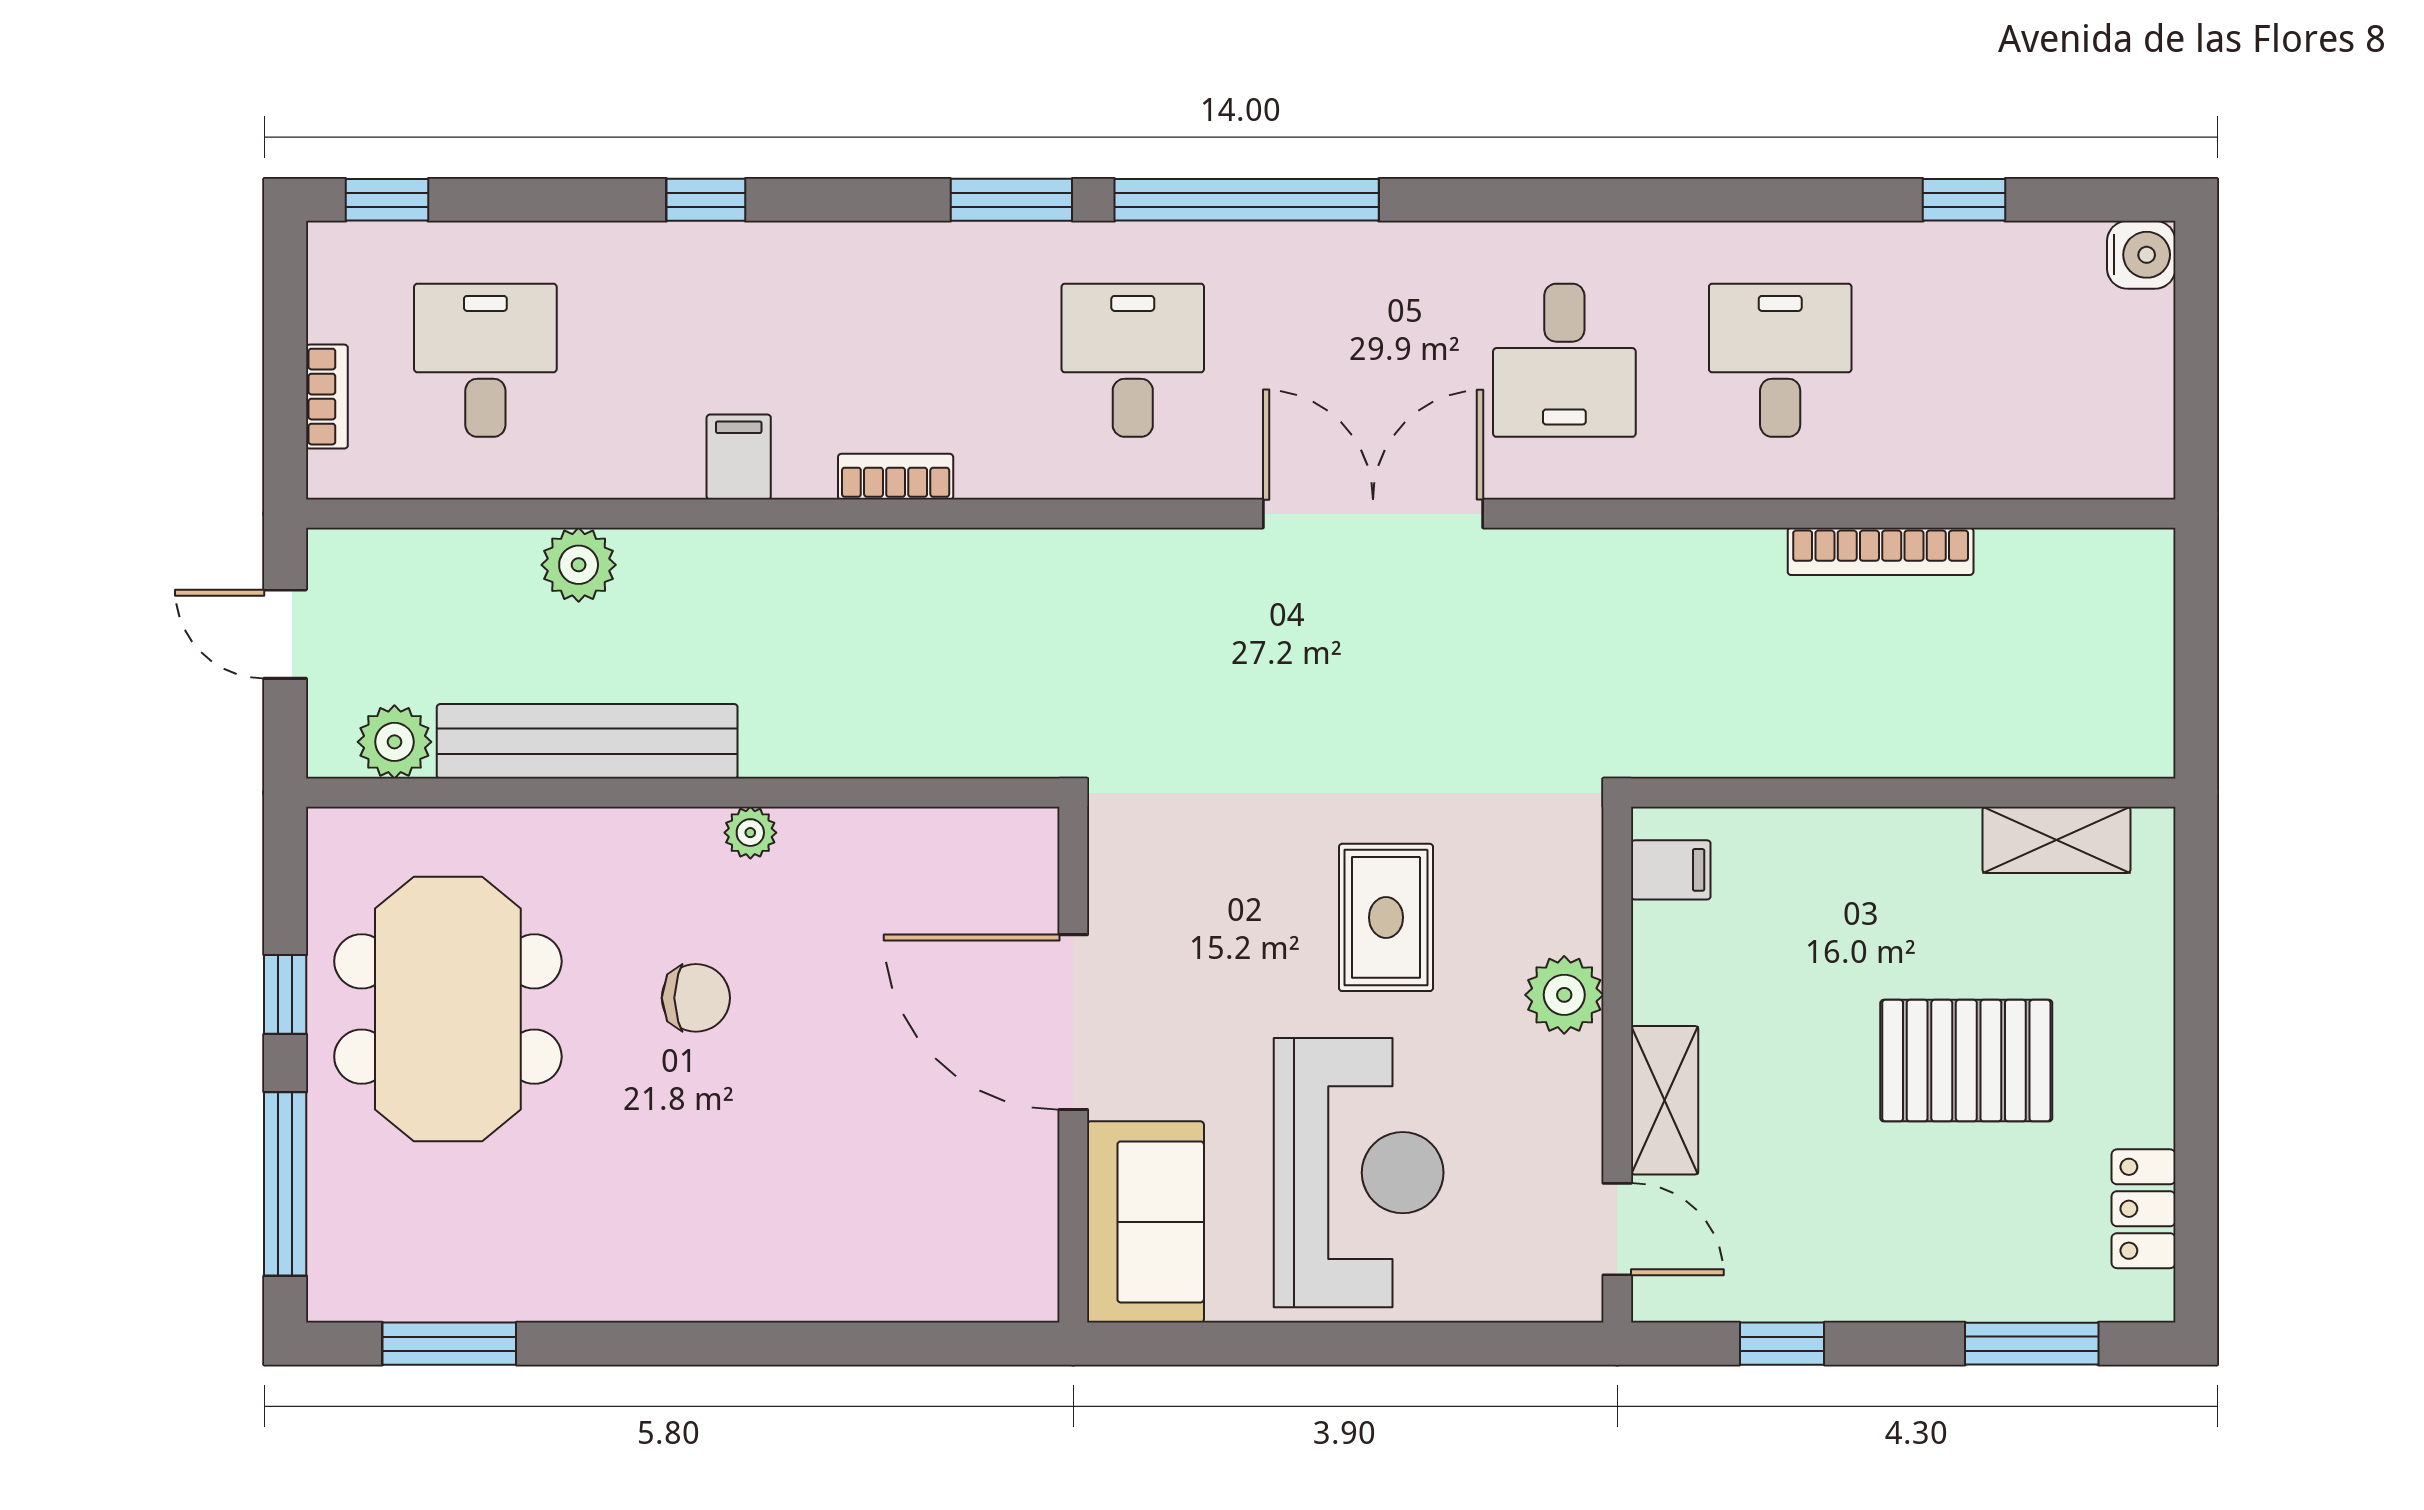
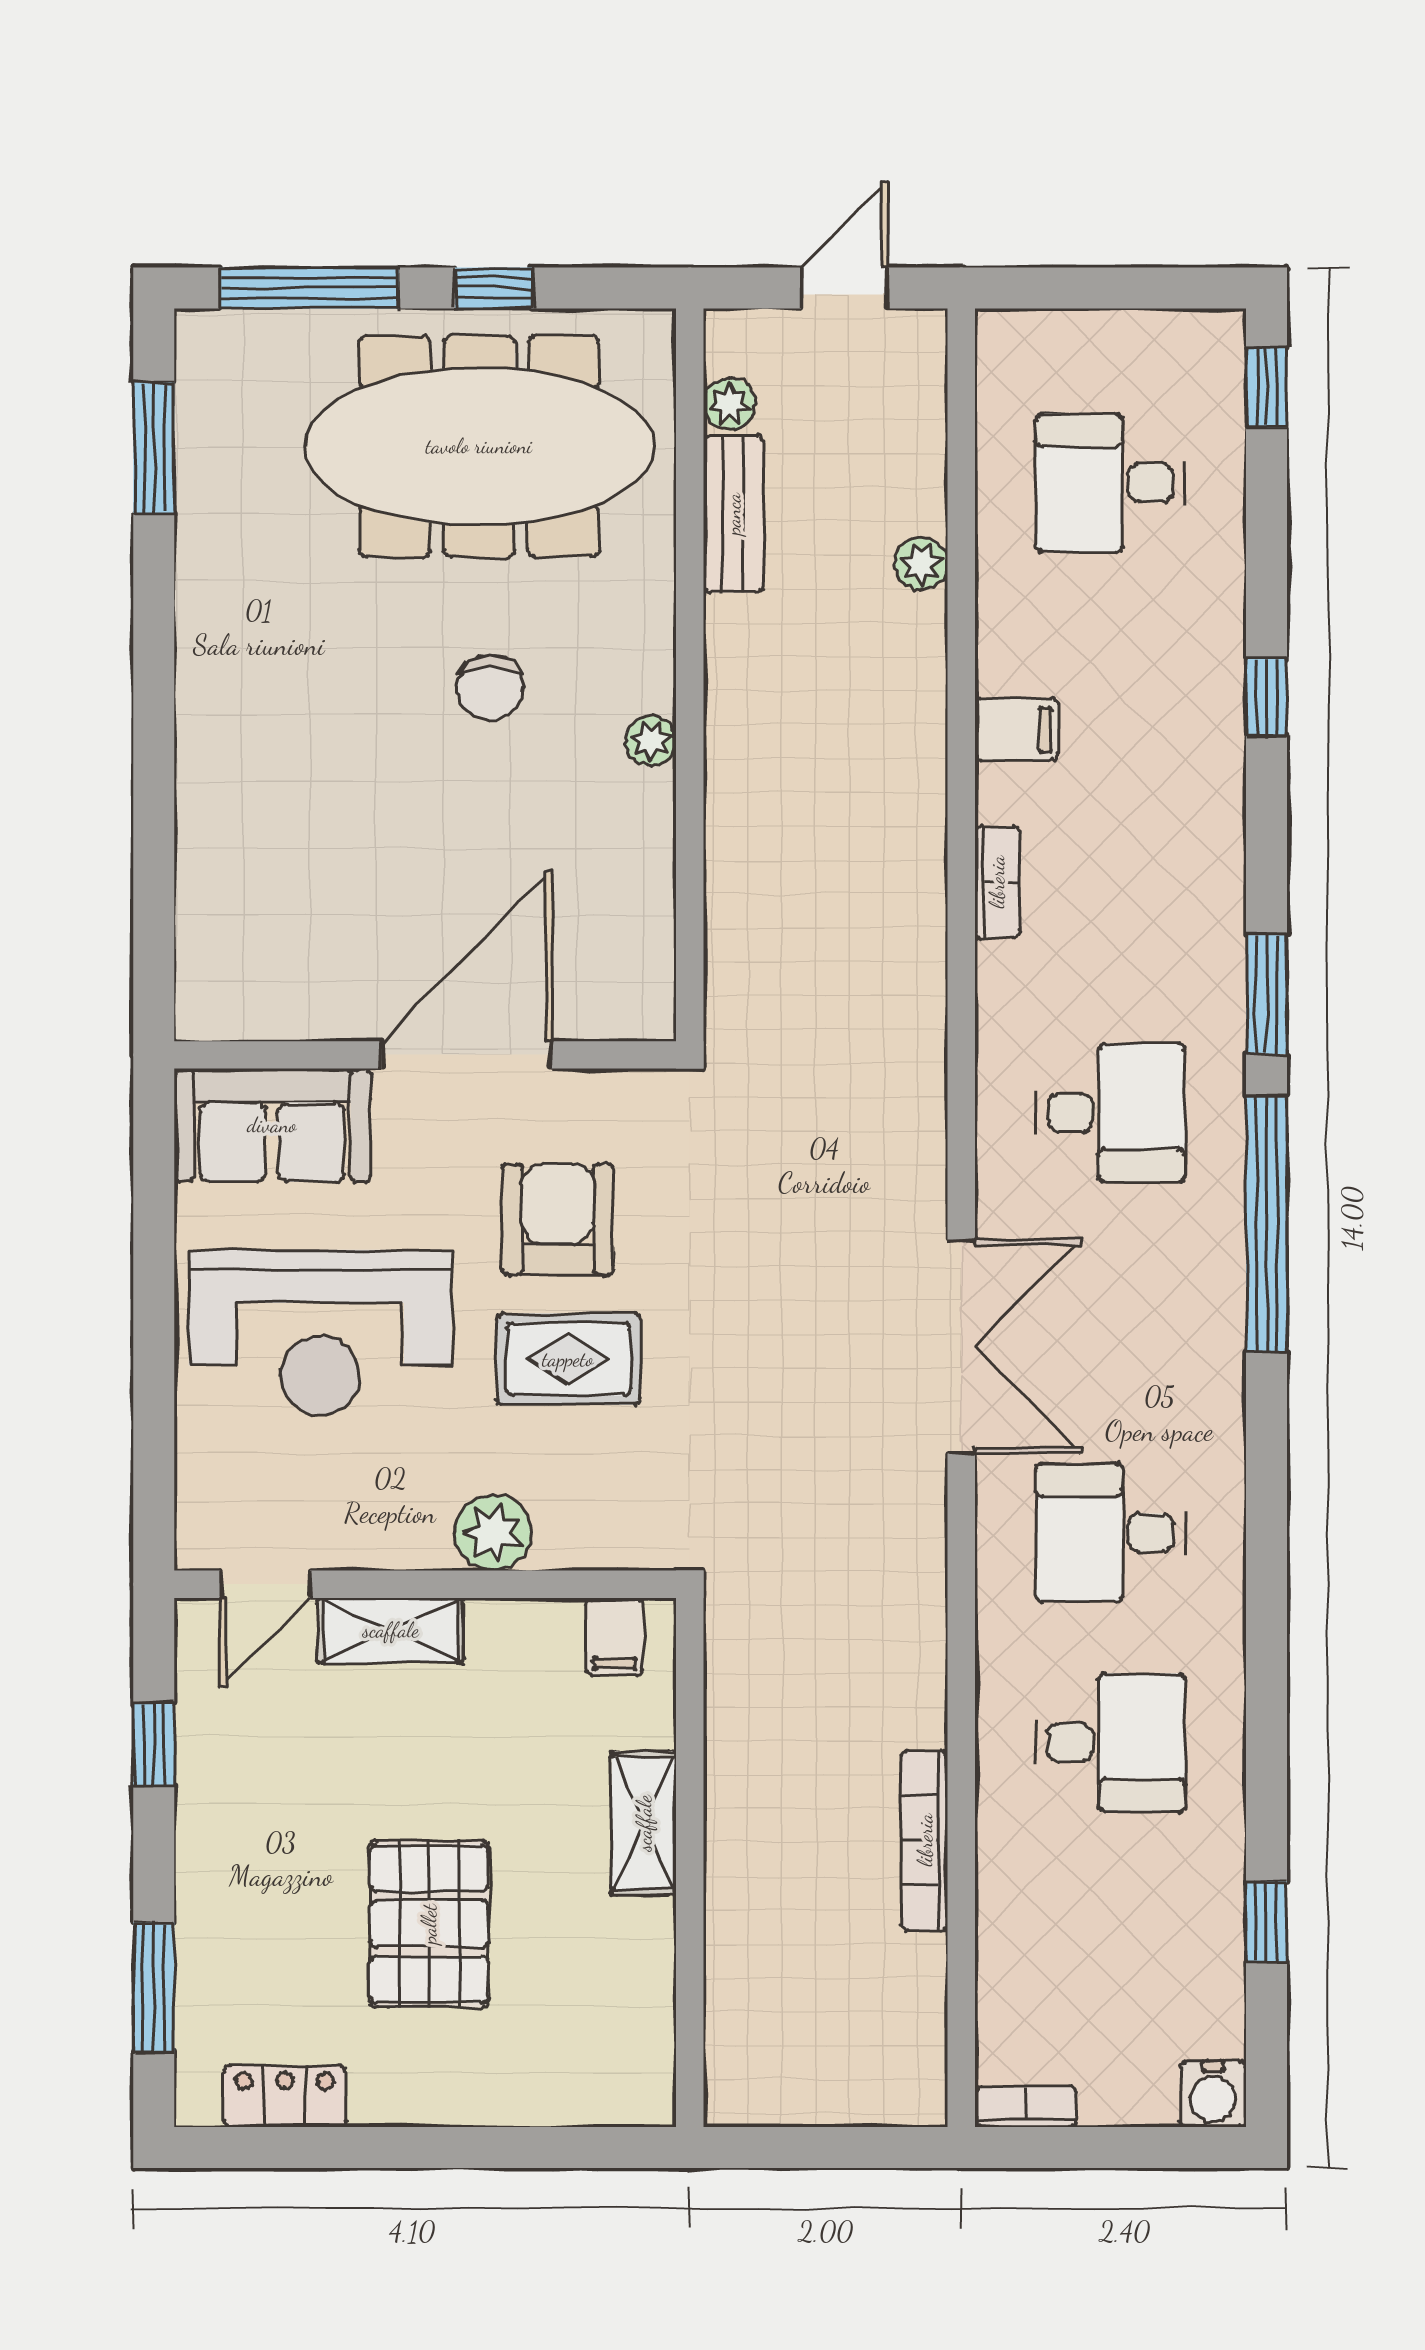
desk: (485, 360) -> (1111, 483), turned 180
bookcase: (327, 397) -> (1025, 2107), moved, turned 180
plant: (579, 565) -> (921, 564), width x0.73, depth x0.73
bench: (587, 741) -> (733, 514), width x0.54, depth x0.82
plant: (394, 742) -> (729, 404), width x0.73, depth x0.73
shelving: (2056, 840) -> (644, 1823), moved
armchair: (1242, 928) -> (558, 1219), added
meeting table: (448, 1009) -> (479, 446), width x1.36

